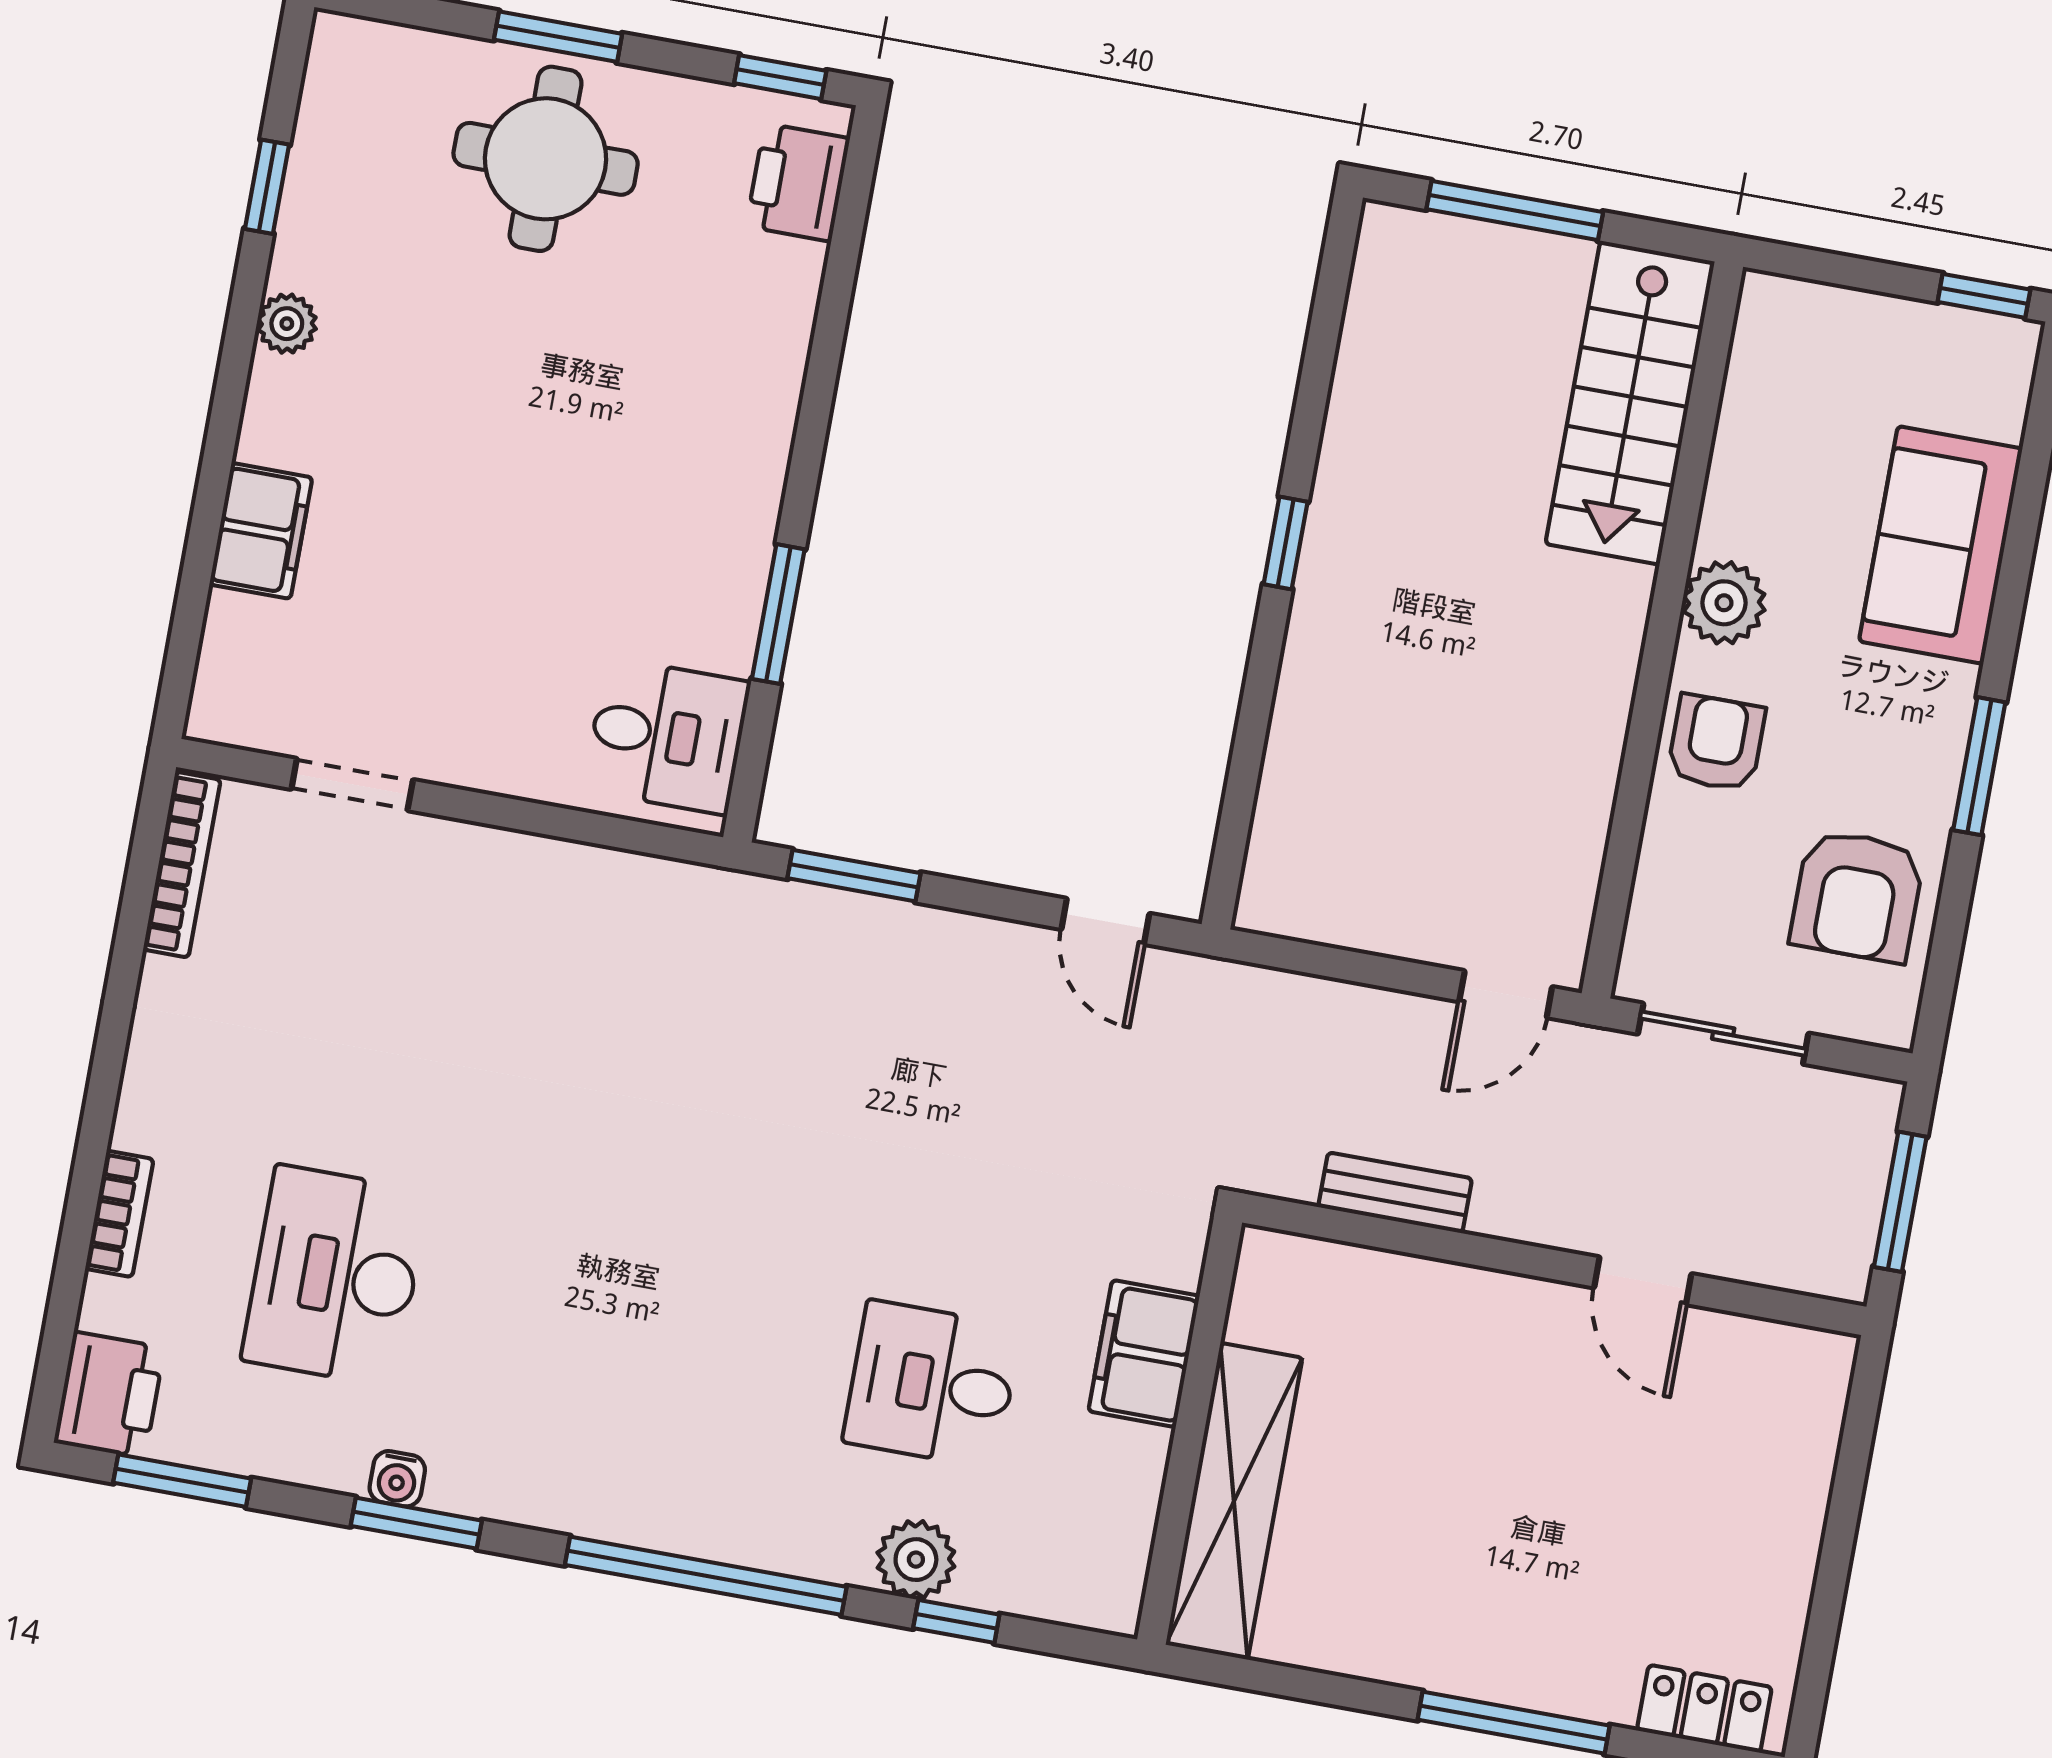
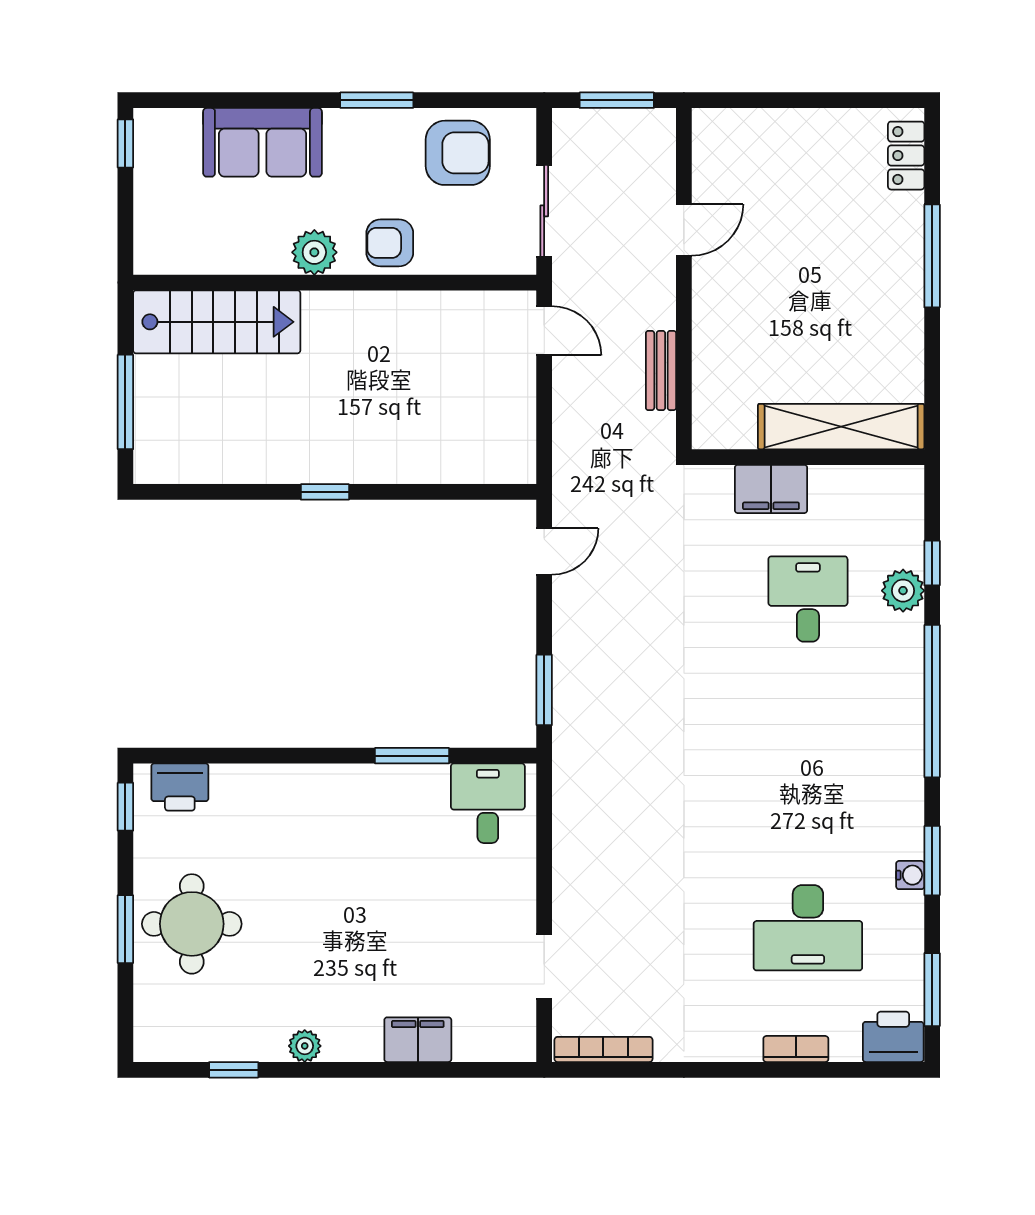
desk: (932, 1384) -> (808, 599), turned 180

